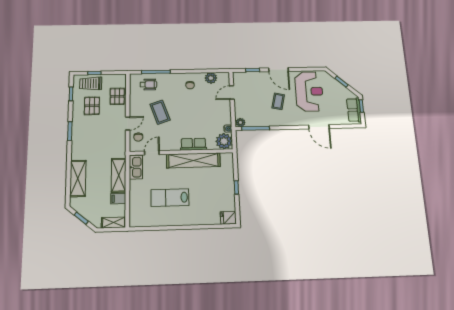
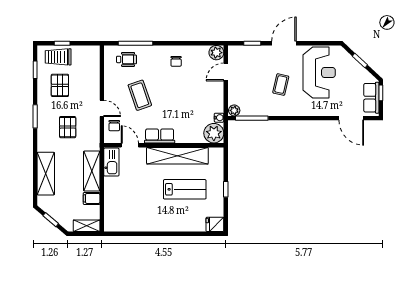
door: (279, 70) -> (284, 43), swing flipped
plant: (211, 78) -> (216, 53), moved
pallet: (117, 96) -> (68, 127), moved
door: (128, 123) -> (102, 108), hinge flipped
door: (319, 127) -> (351, 118), moved
row of seats: (193, 144) -> (160, 136), moved
door: (152, 153) -> (130, 145), hinge flipped
lab bench: (170, 198) -> (185, 189), moved, turned 180

